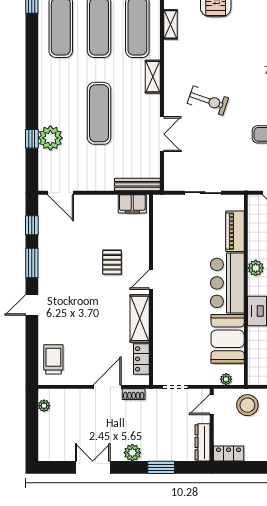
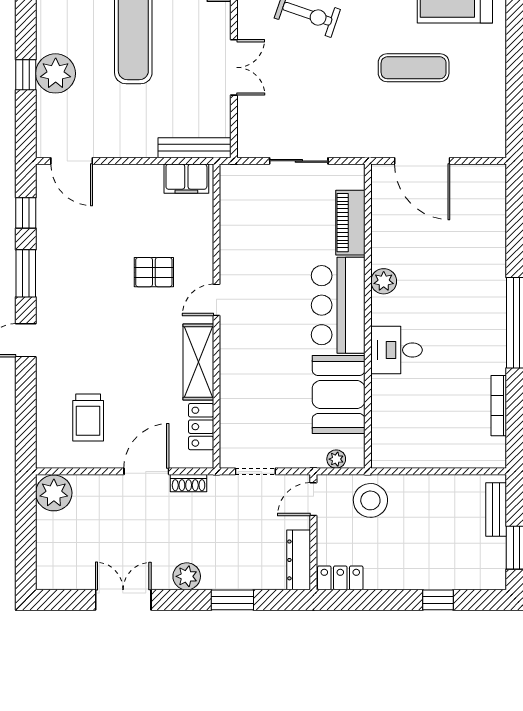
pallet: (112, 262) -> (154, 272), turned 90
trolley: (53, 359) -> (88, 417), moved, turned 180
plant: (44, 406) -> (54, 493), width x1.88, depth x1.88

